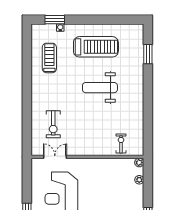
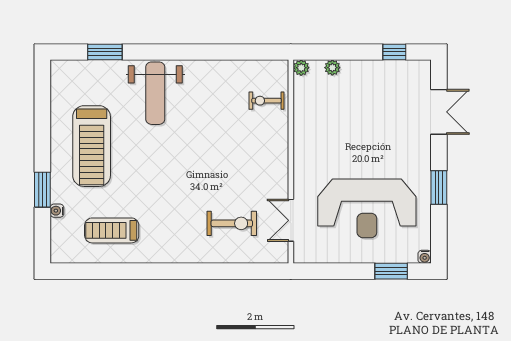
window: (55, 20) -> (42, 190), moved
treadmill: (96, 47) -> (92, 146), turned 180
weight bench: (100, 88) -> (155, 93), moved

